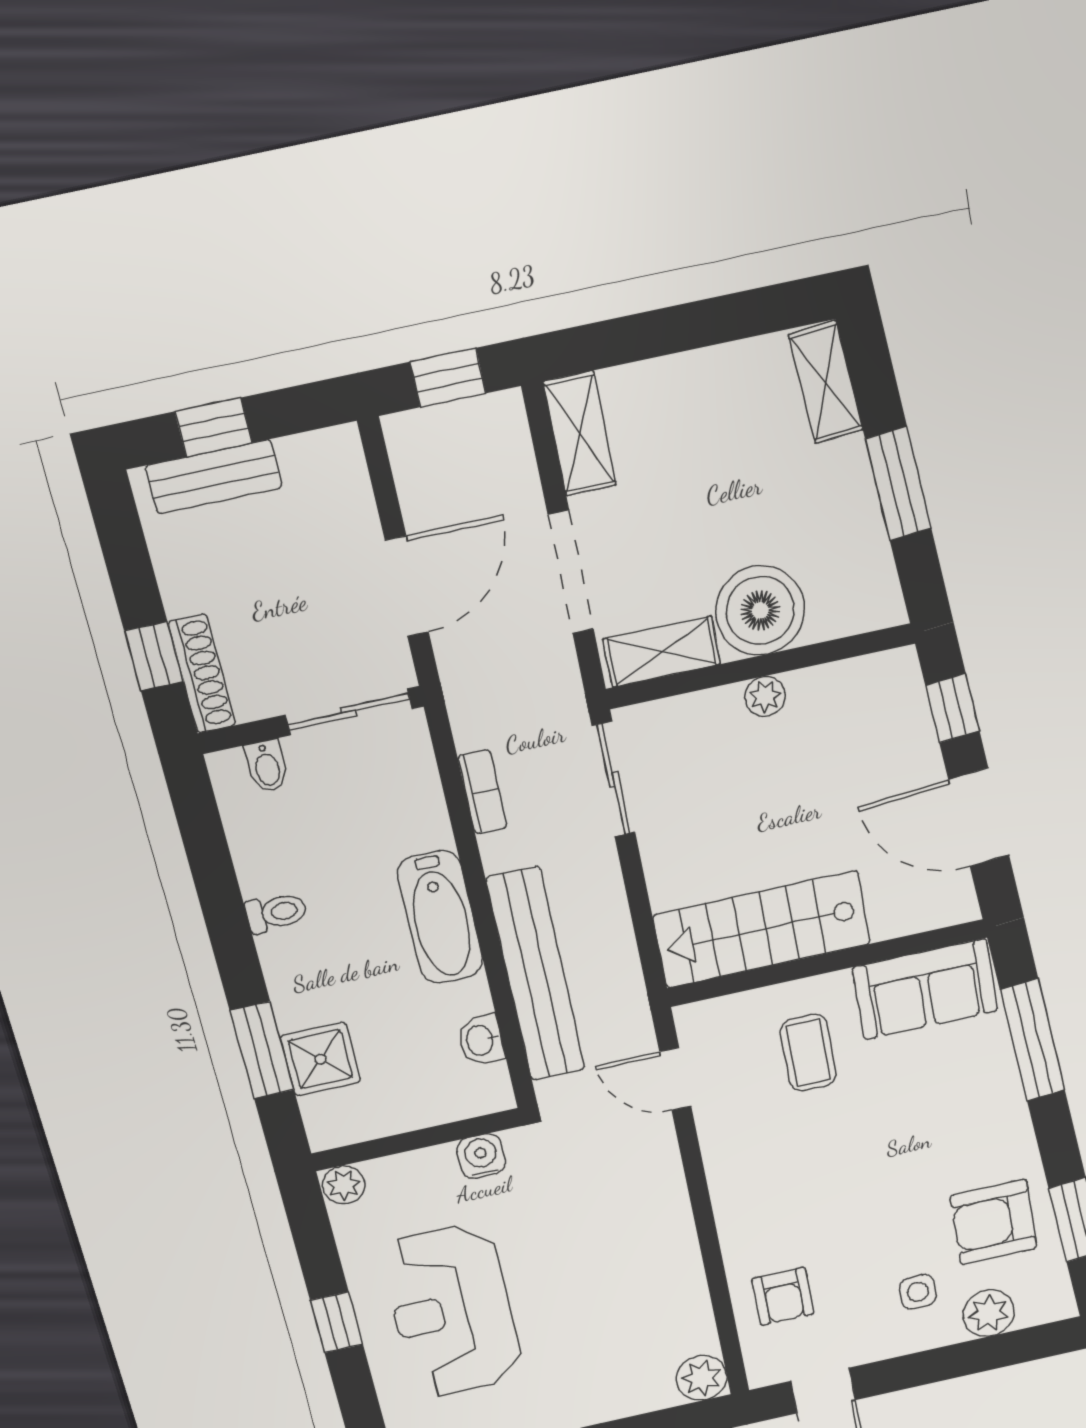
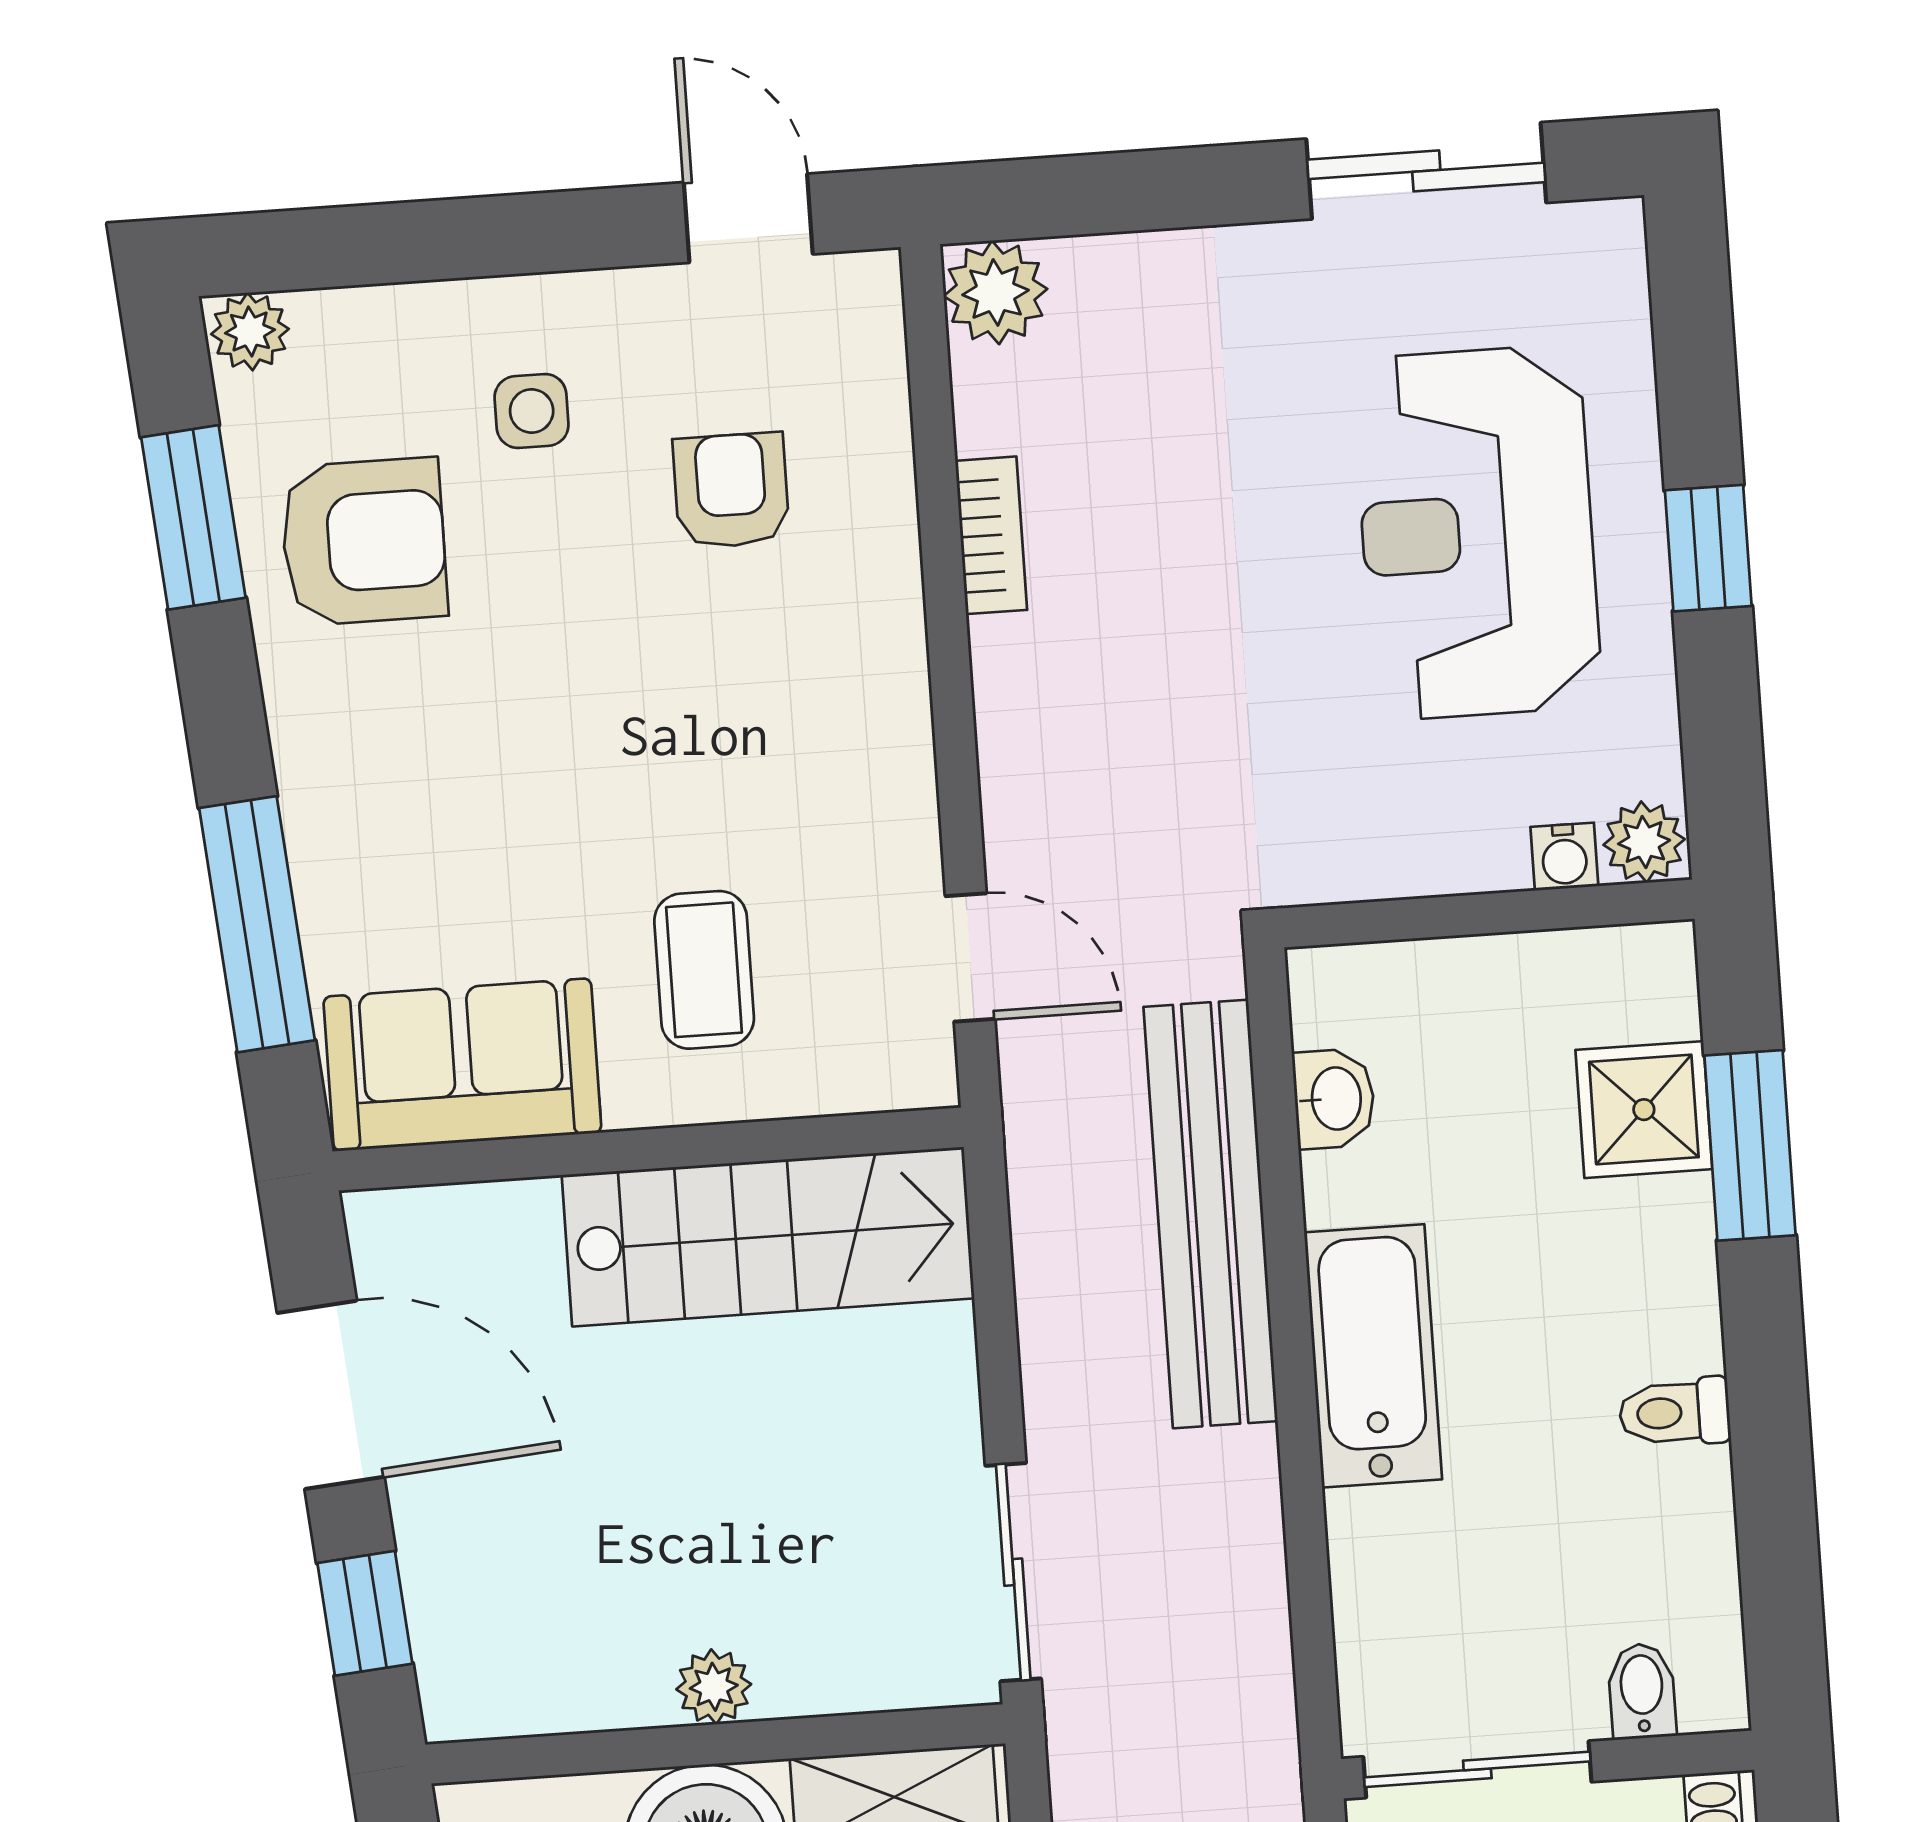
bookcase: (482, 792) -> (991, 535), moved, turned 180
water cooler: (481, 1156) -> (1564, 857), moved, width x0.72, depth x0.72
armchair: (783, 1296) -> (731, 490), moved
reception desk: (452, 1311) -> (1477, 533), turned 180
plant: (989, 1313) -> (250, 331), moved, width x0.73, depth x0.73

